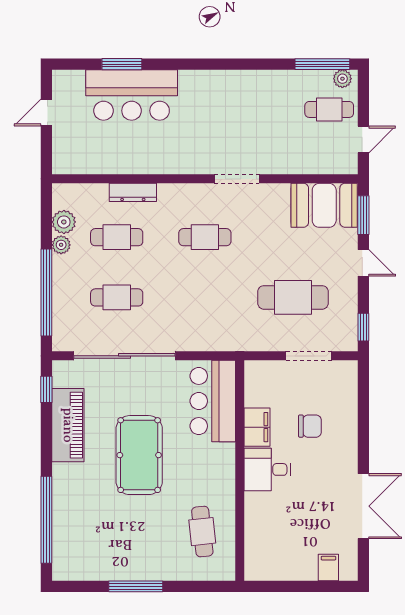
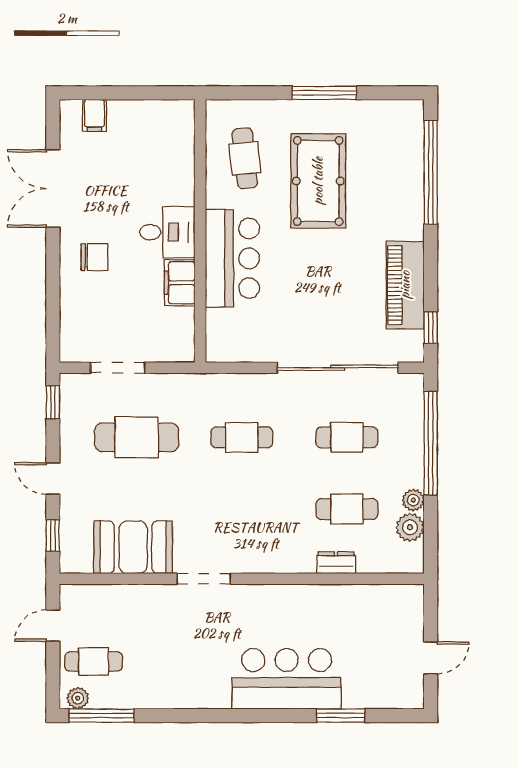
bar counter: (132, 95) -> (287, 679), moved
dresser: (133, 192) -> (336, 563), width x0.70
booth: (324, 205) -> (133, 547), moved
window: (363, 215) -> (53, 536), width x0.67
cafe table: (205, 237) -> (242, 437), moved
bar counter: (213, 401) -> (232, 258), moved
chair: (310, 426) -> (94, 257), moved, turned 180
pool table: (139, 455) -> (318, 181), moved

